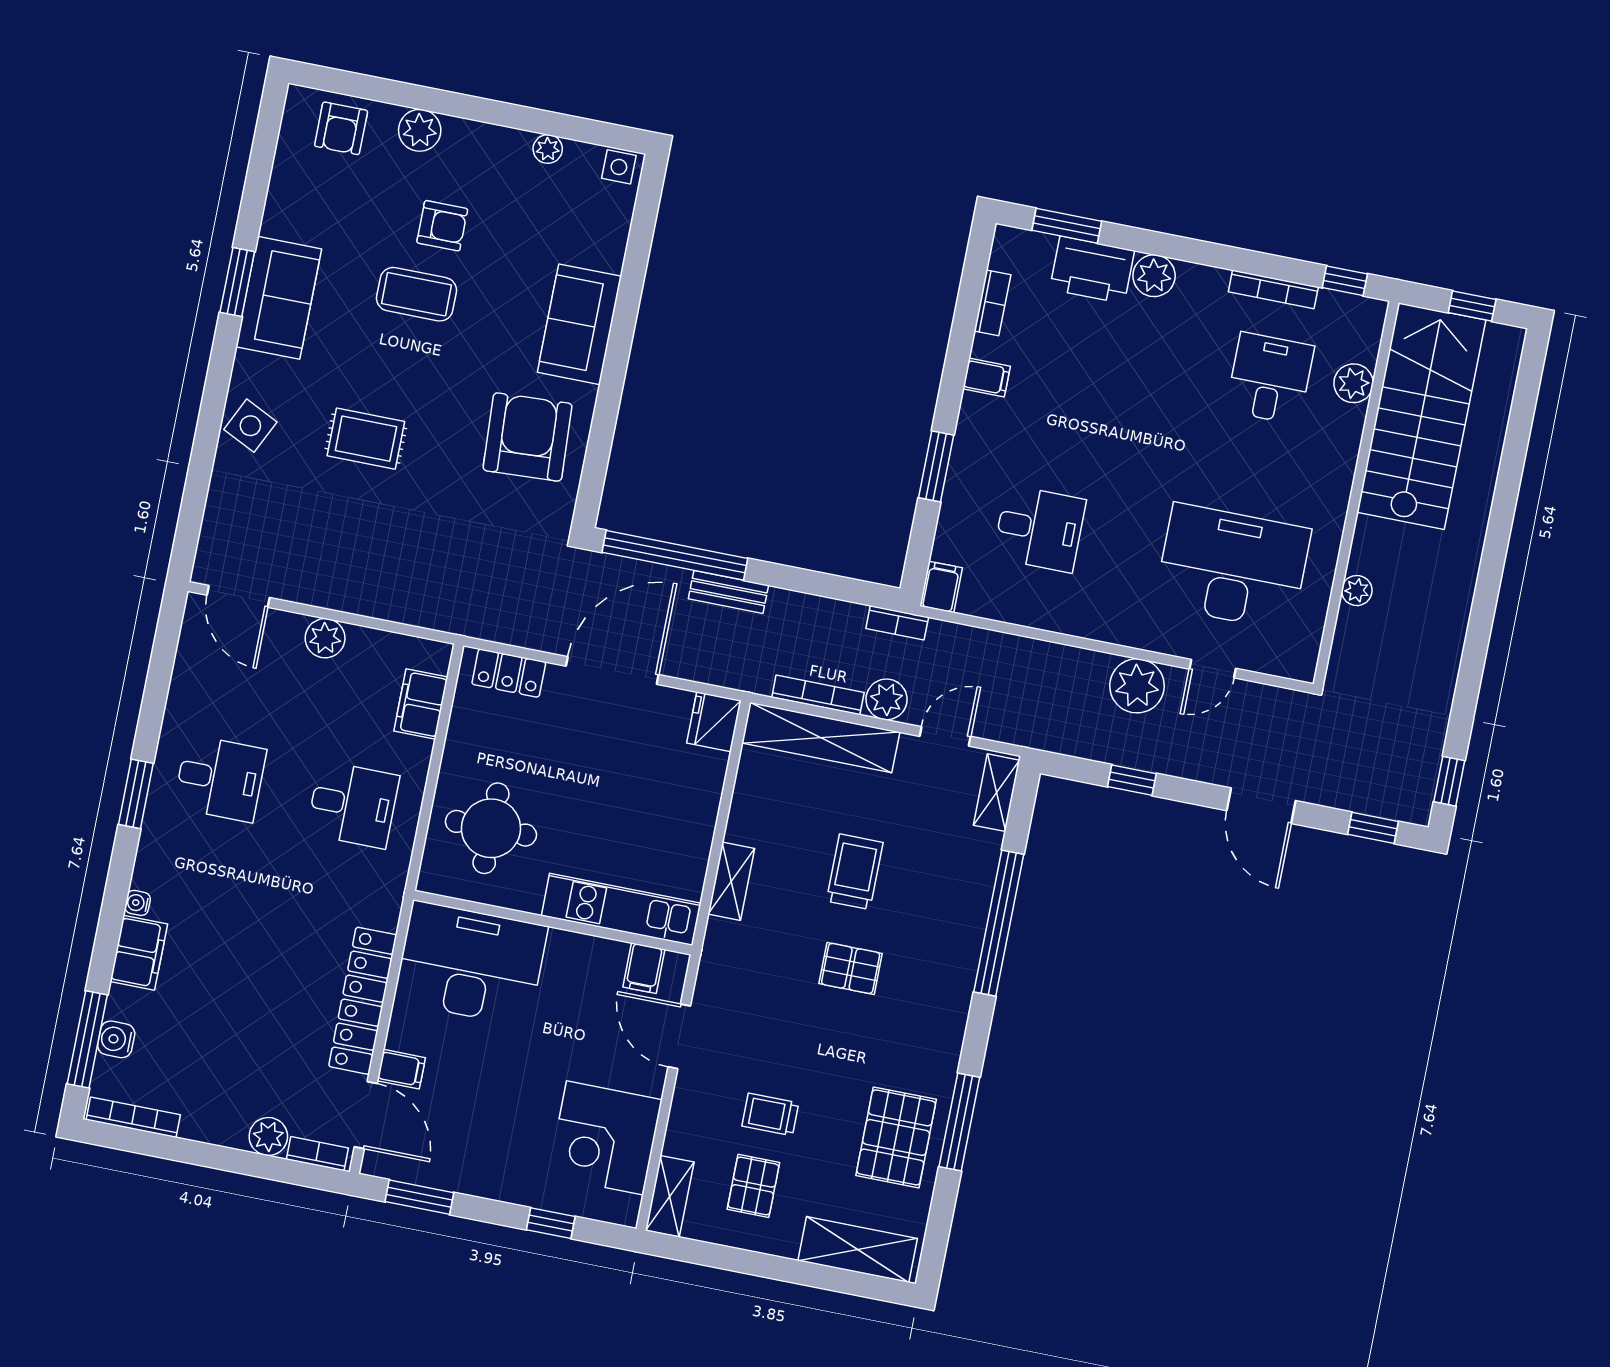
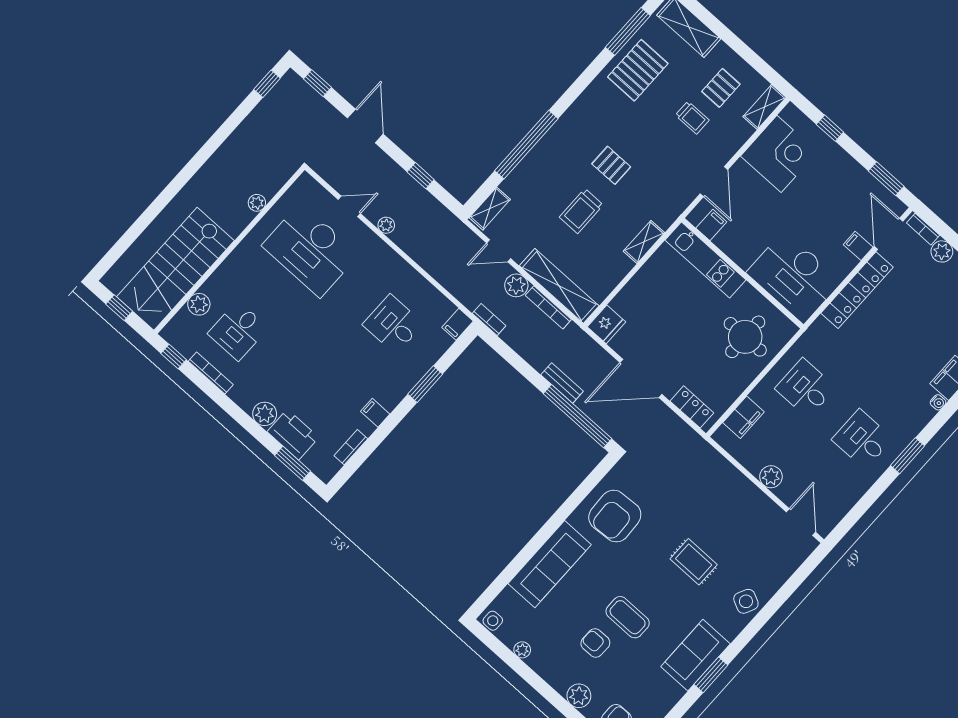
sofa: (579, 324) -> (550, 564), width x1.36
plant: (1137, 686) -> (386, 225), width x0.53, depth x0.53
window: (959, 1122) -> (628, 32), moved

